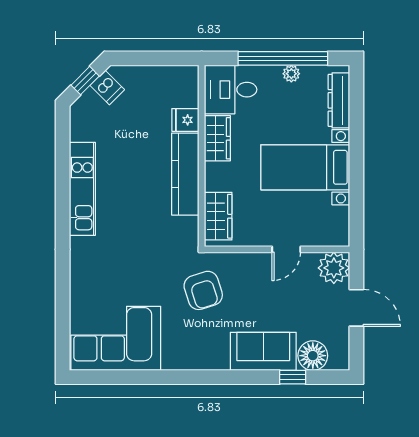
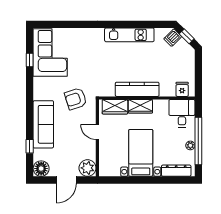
dishwasher: (107, 87) -> (173, 38), moved
fridge: (185, 120) -> (182, 89), moved
wardrobe: (217, 138) -> (140, 106), moved
door: (286, 249) -> (97, 132), moved
sofa: (263, 351) -> (43, 124), width x1.36
floor lamp: (313, 356) -> (41, 169), moved
window: (130, 377) -> (30, 60), added

